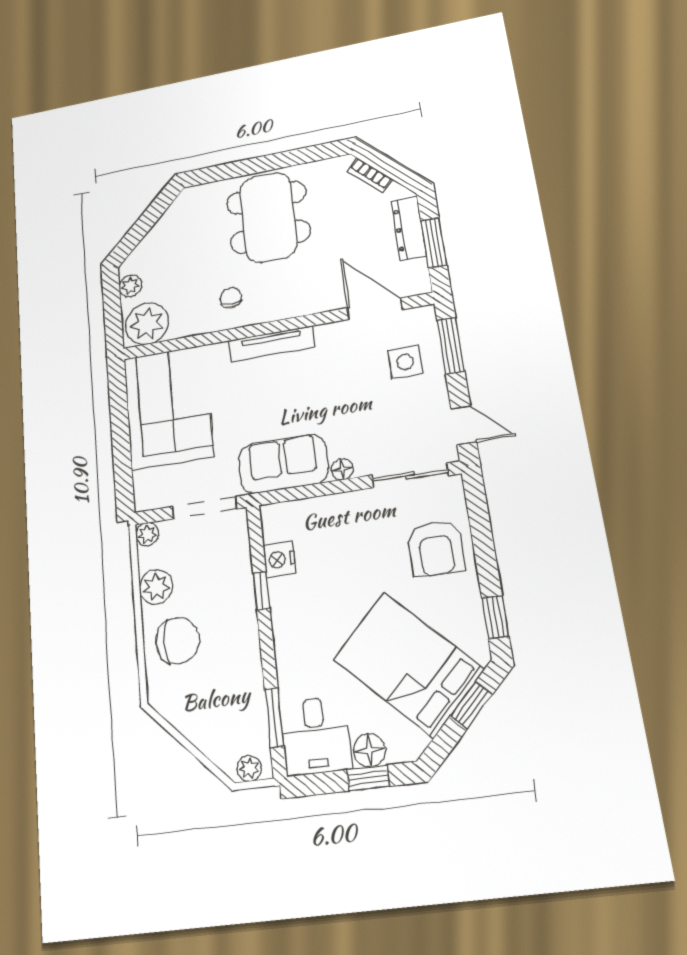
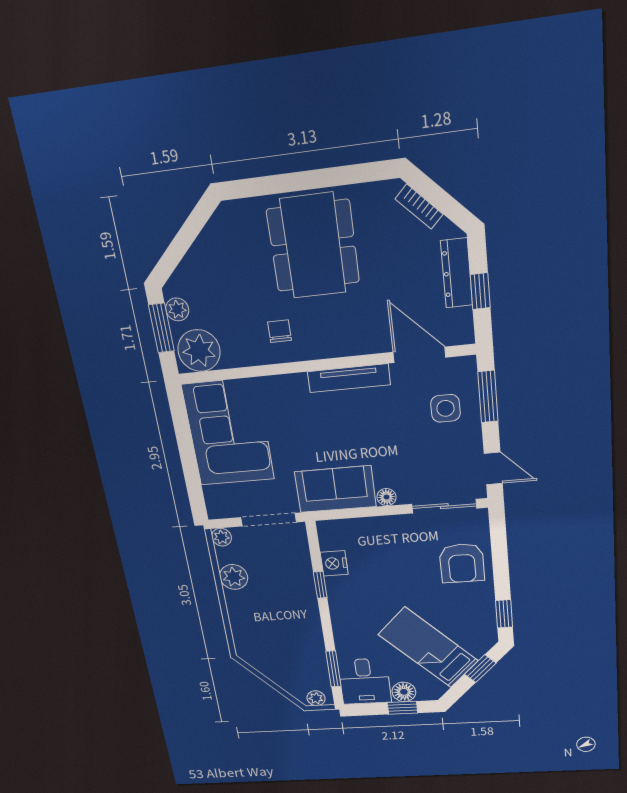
window: (434, 243) -> (480, 291), width x0.67
window: (112, 305) -> (161, 328), added
tv unit: (271, 344) -> (349, 378), moved
chair: (178, 641) -> (255, 615), removed
bed: (408, 664) -> (428, 648), width x0.67

